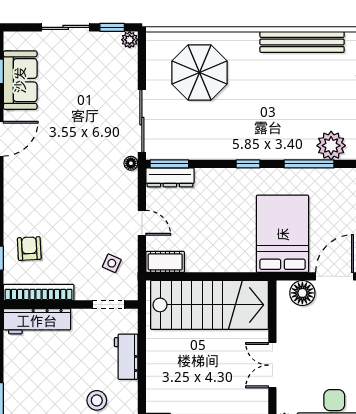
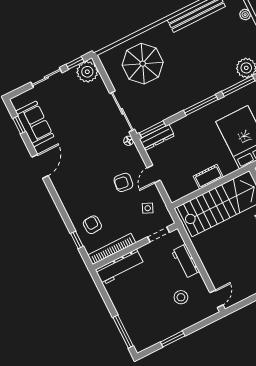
plant: (130, 40) -> (87, 72), width x1.87, depth x1.87
window: (248, 164) -> (201, 105), width x2.17
armchair: (97, 214) -> (123, 182), added
door: (142, 223) -> (154, 174), swing flipped
cot: (165, 262) -> (208, 177), moved

